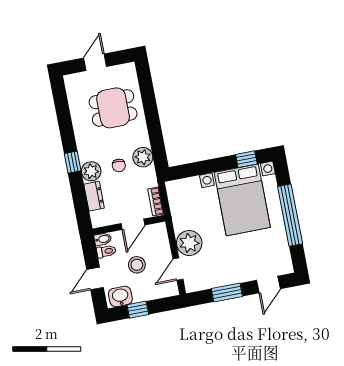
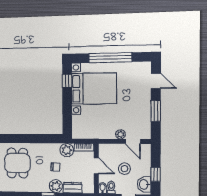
plant: (143, 157) -> (67, 150), moved
plant: (189, 243) -> (120, 134), width x0.53, depth x0.53

